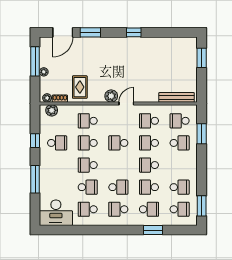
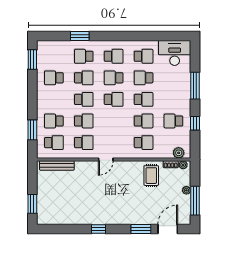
plant: (111, 96) -> (121, 167), removed
school desk: (118, 143) -> (114, 99), moved
school desk: (180, 209) -> (54, 56), removed

